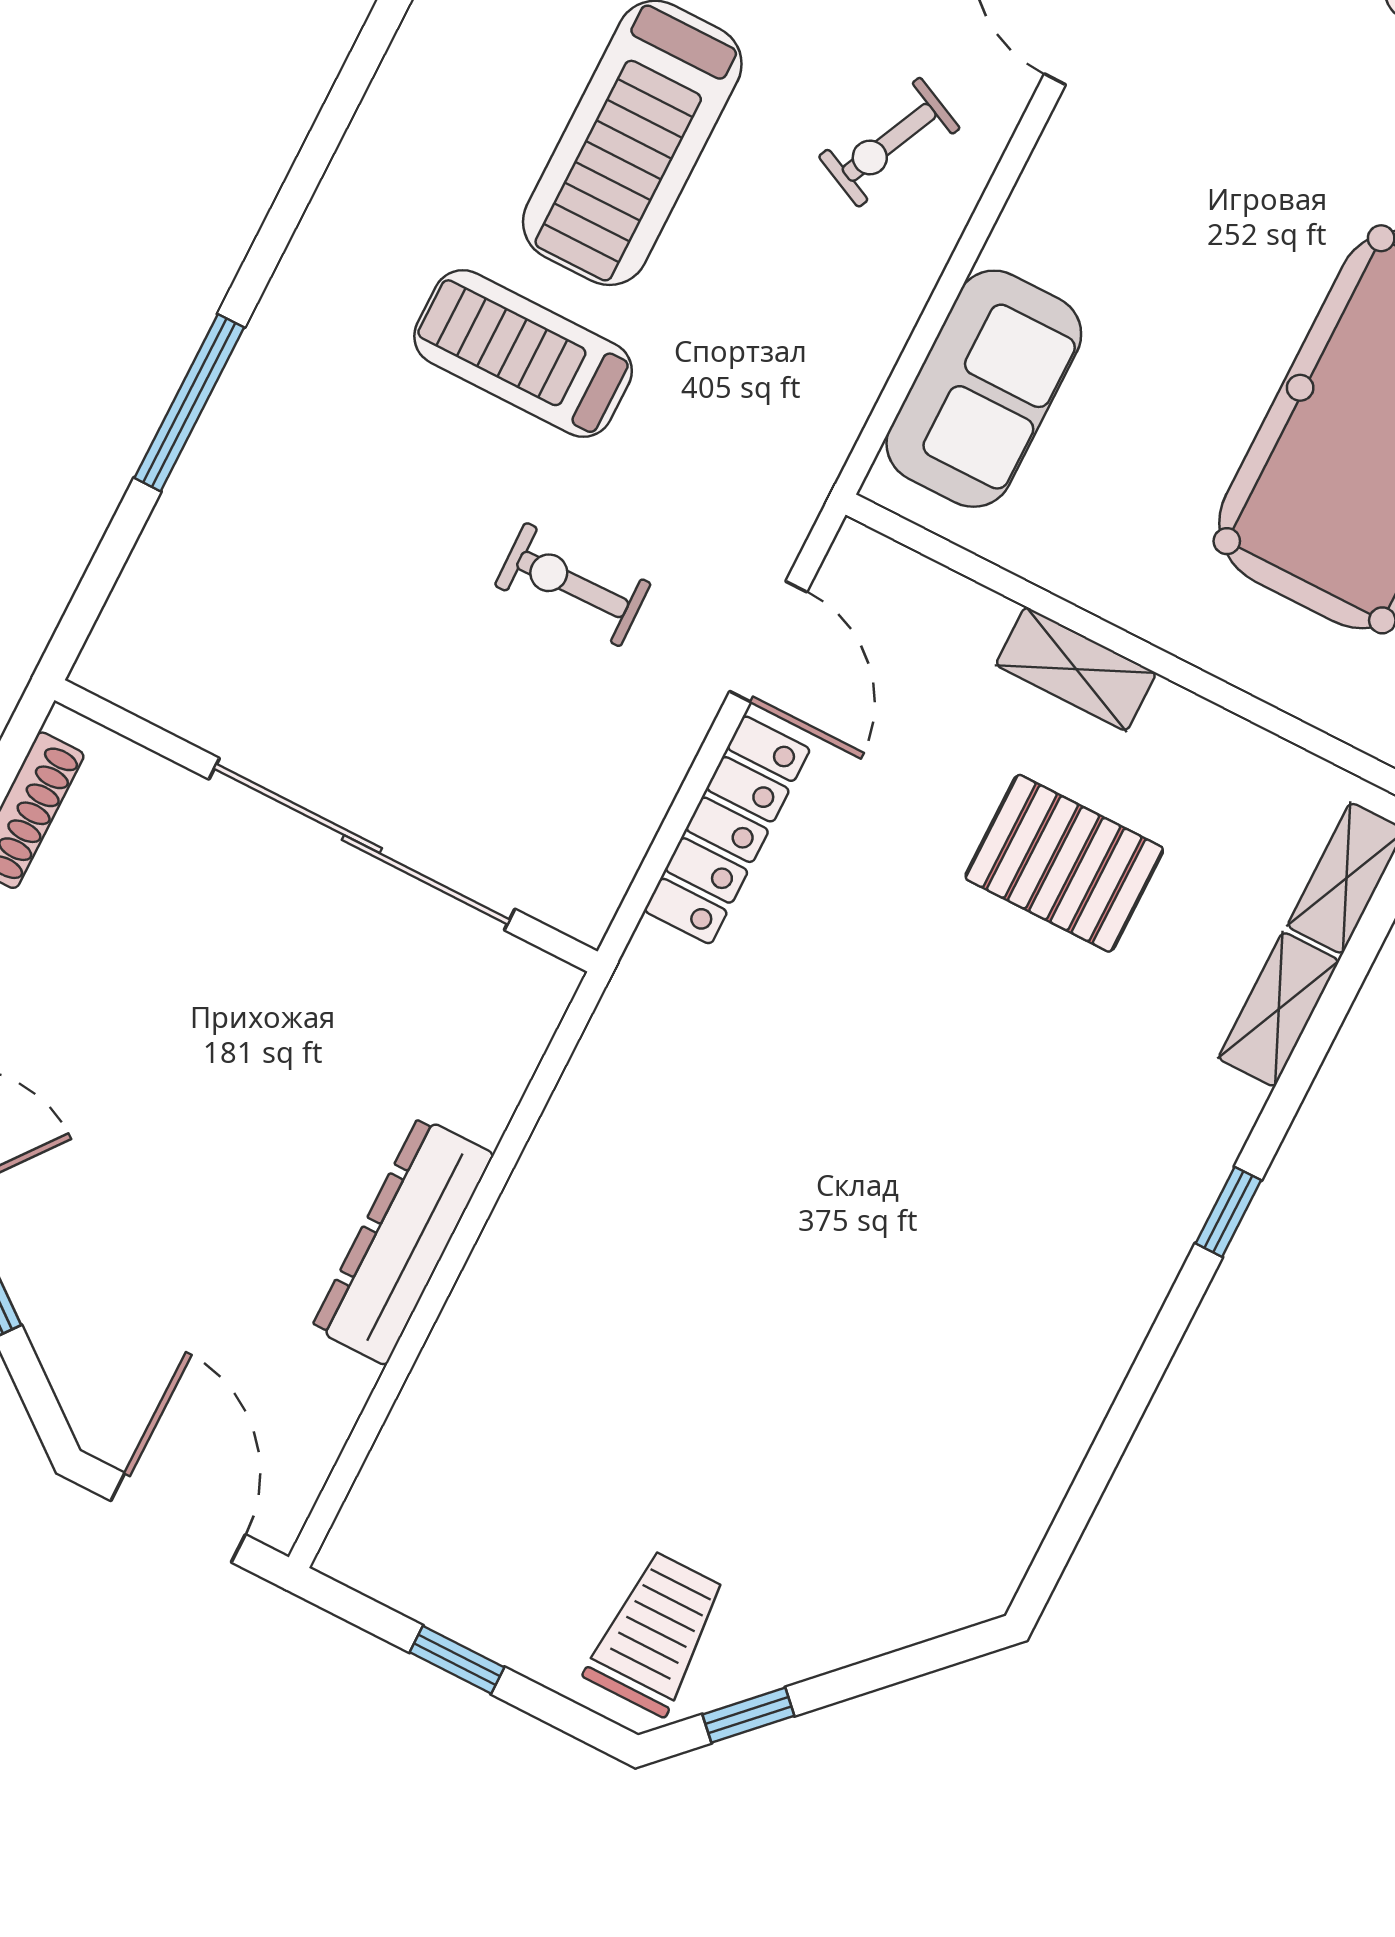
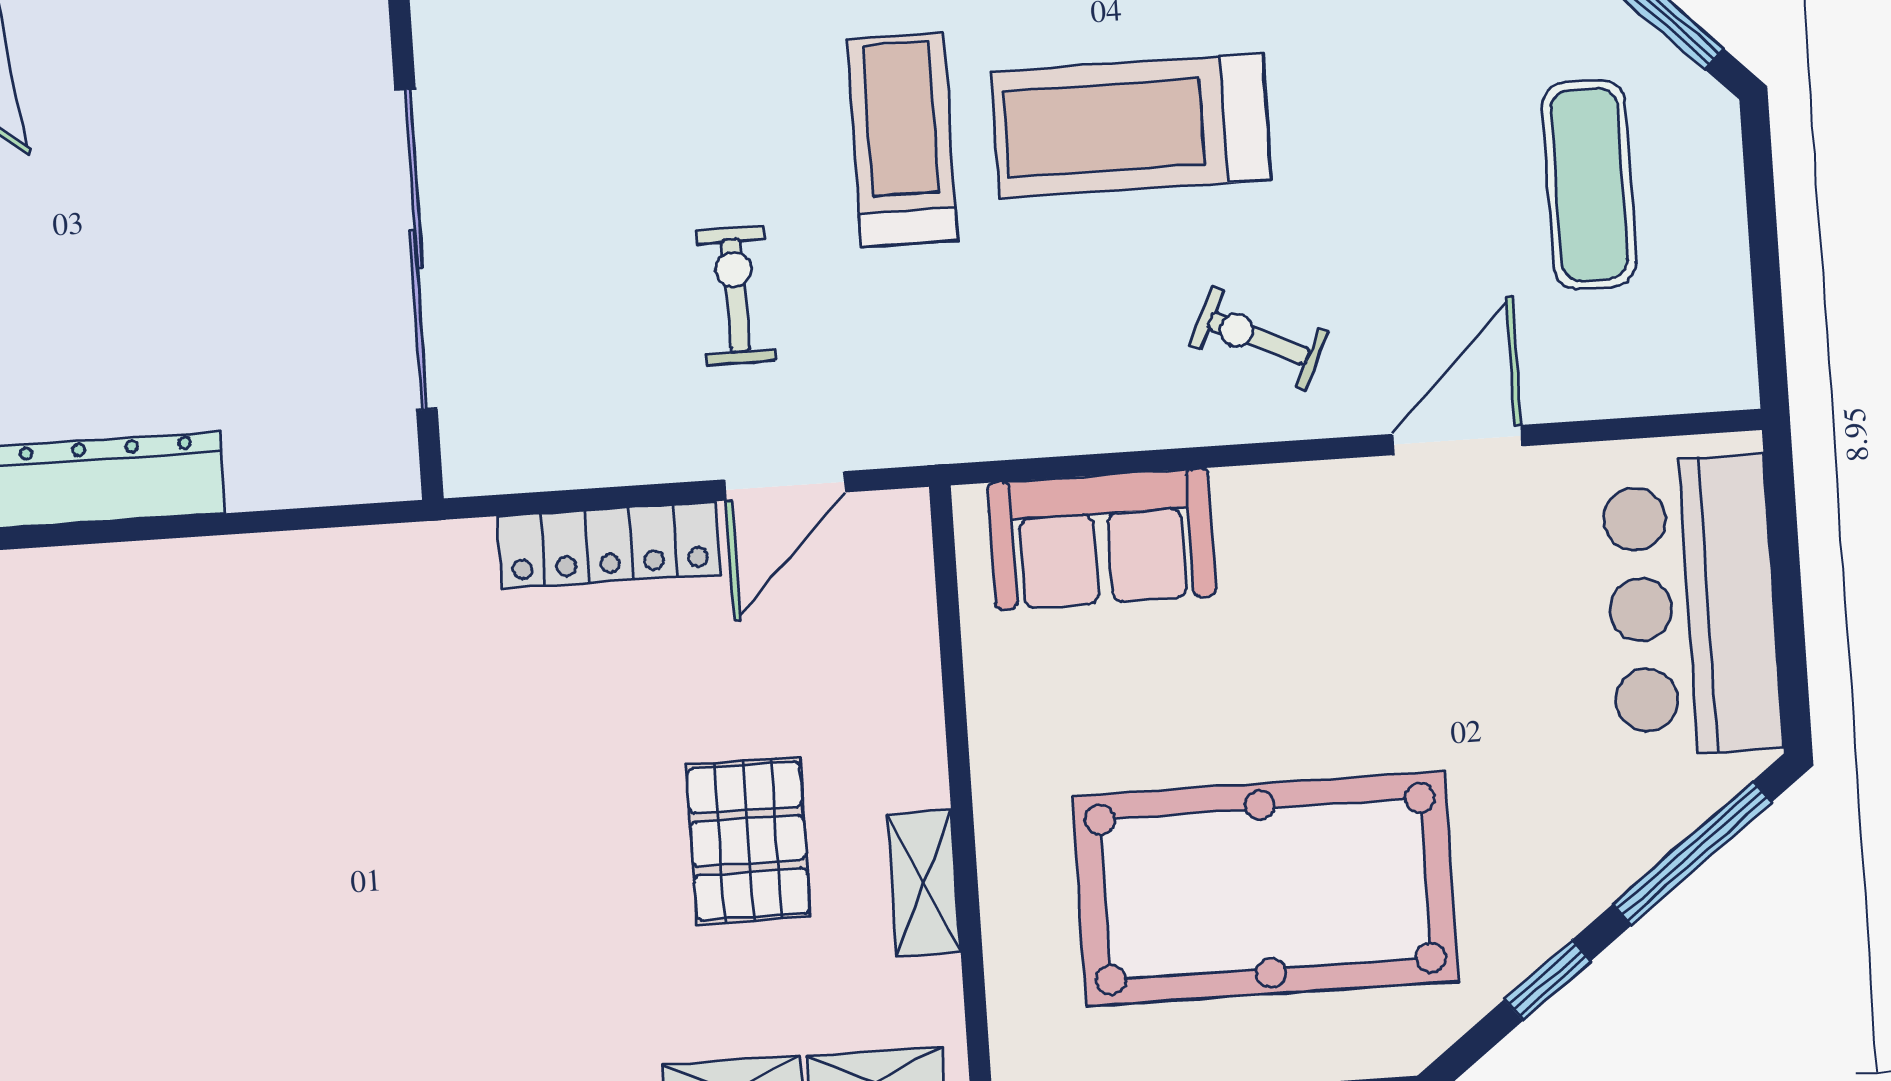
shelving: (1076, 669) -> (924, 883), moved

